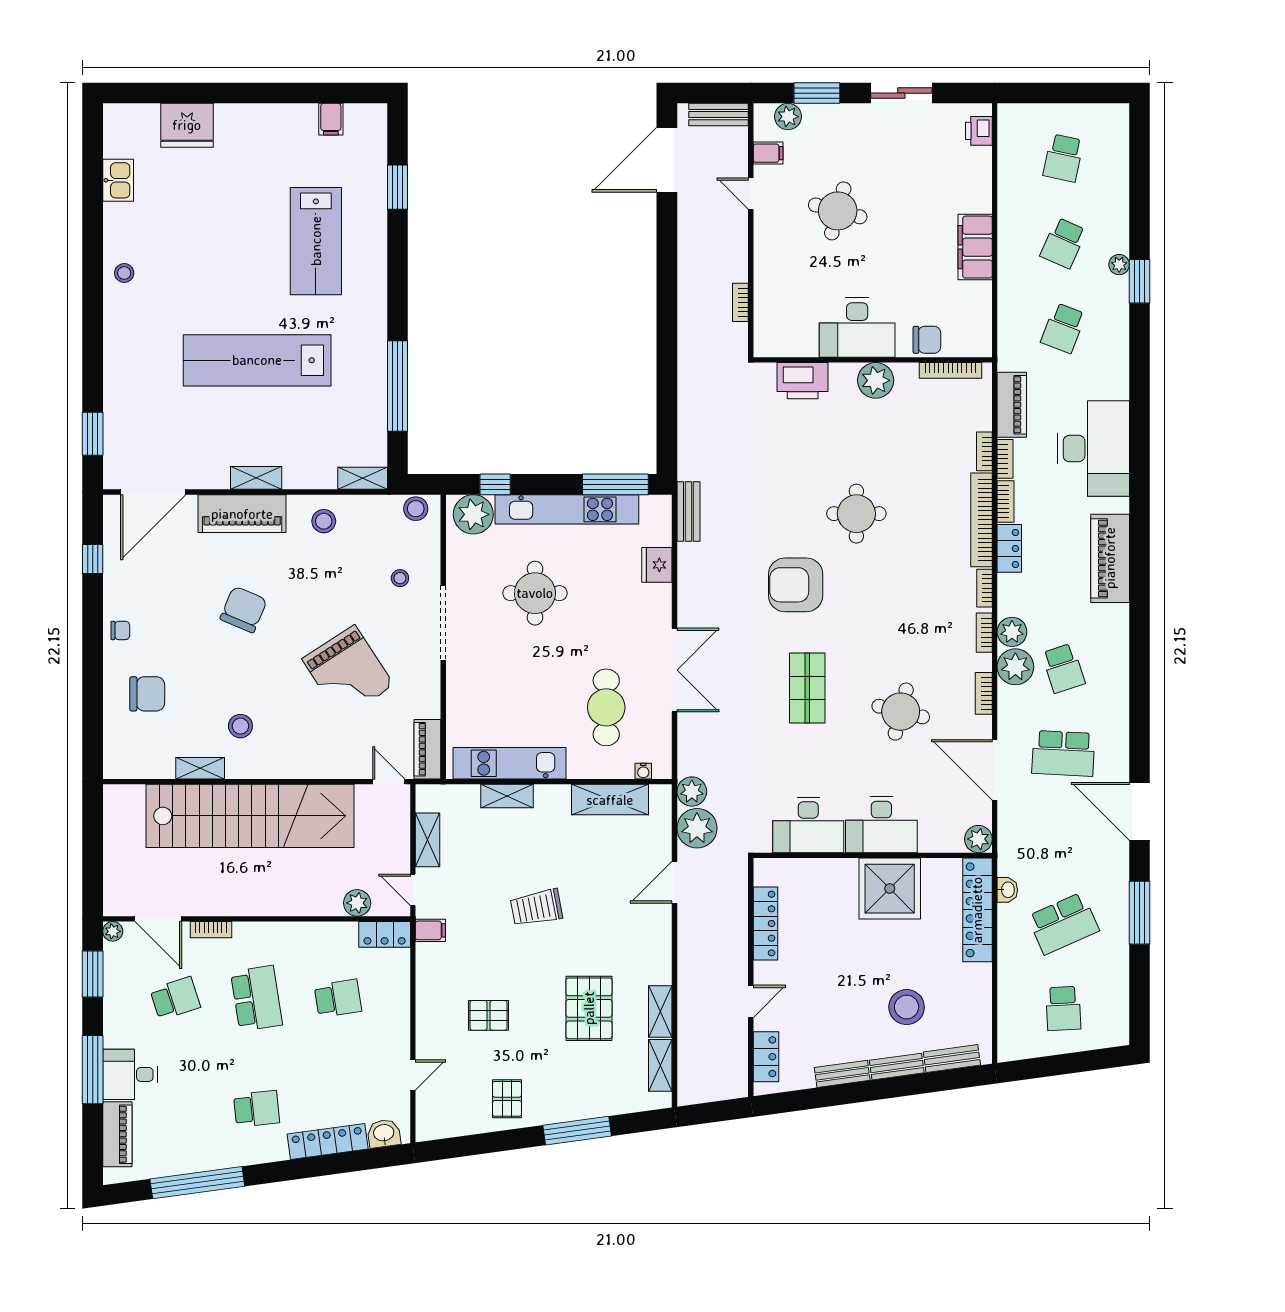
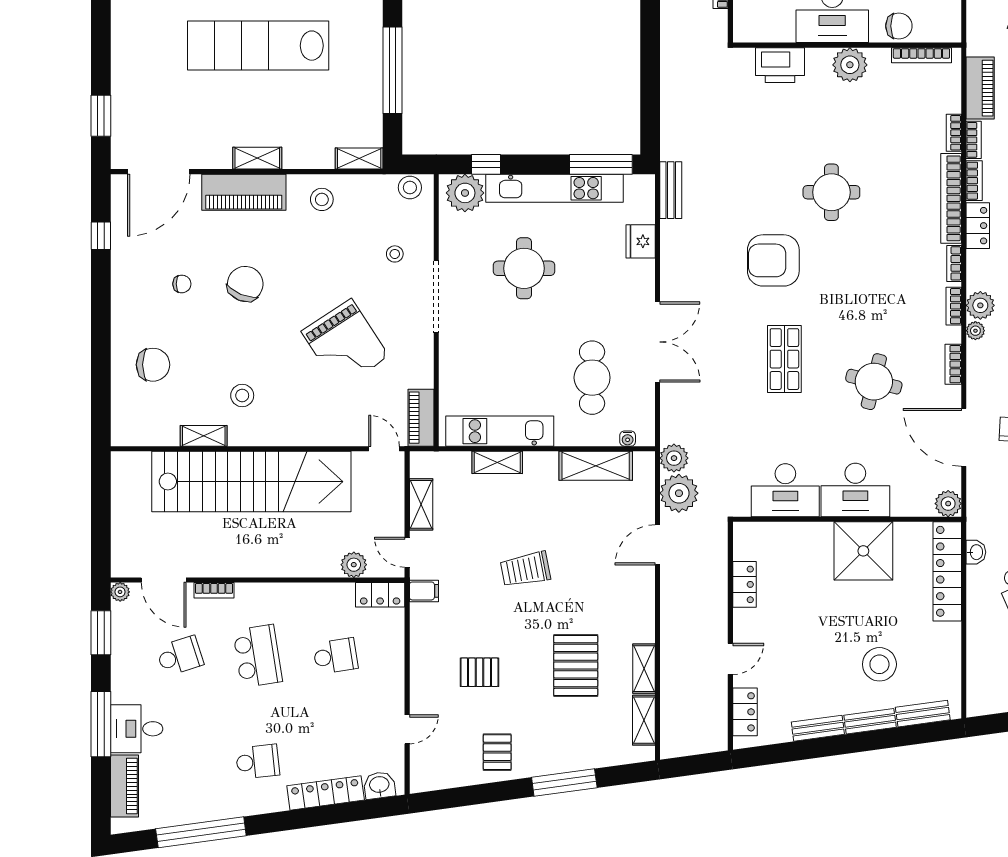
chair: (120, 630) -> (182, 284), moved
plant: (1015, 667) -> (975, 331), width x0.53, depth x0.53
locker: (765, 924) -> (744, 584), width x0.66

